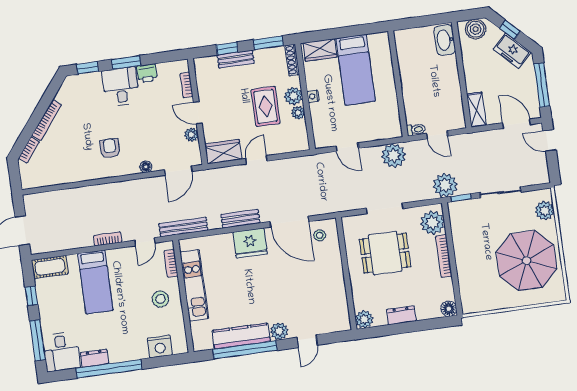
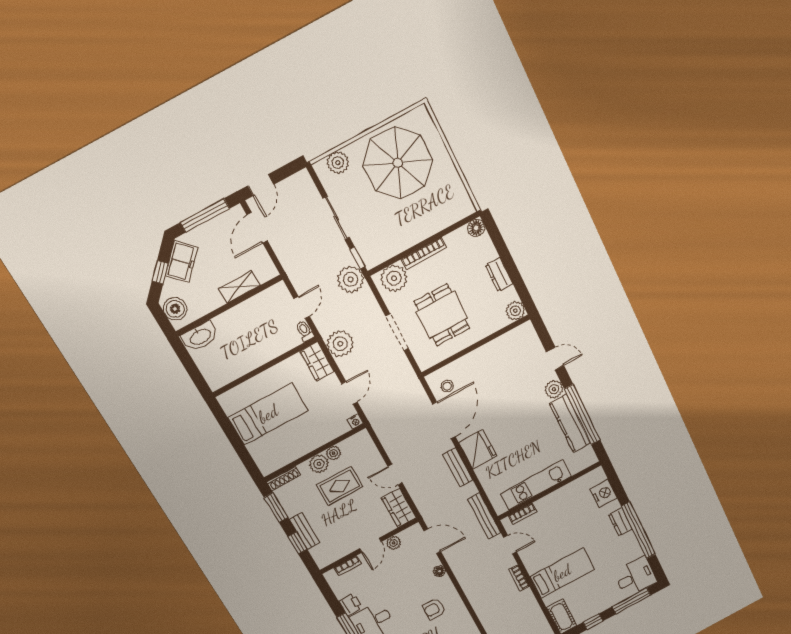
wardrobe: (320, 50) -> (317, 361), moved, turned 180
nightstand: (313, 96) -> (355, 421), moved
shelving: (477, 110) -> (239, 287), moved
stool: (160, 299) -> (559, 510), removed
dresser: (94, 358) -> (620, 522), moved

